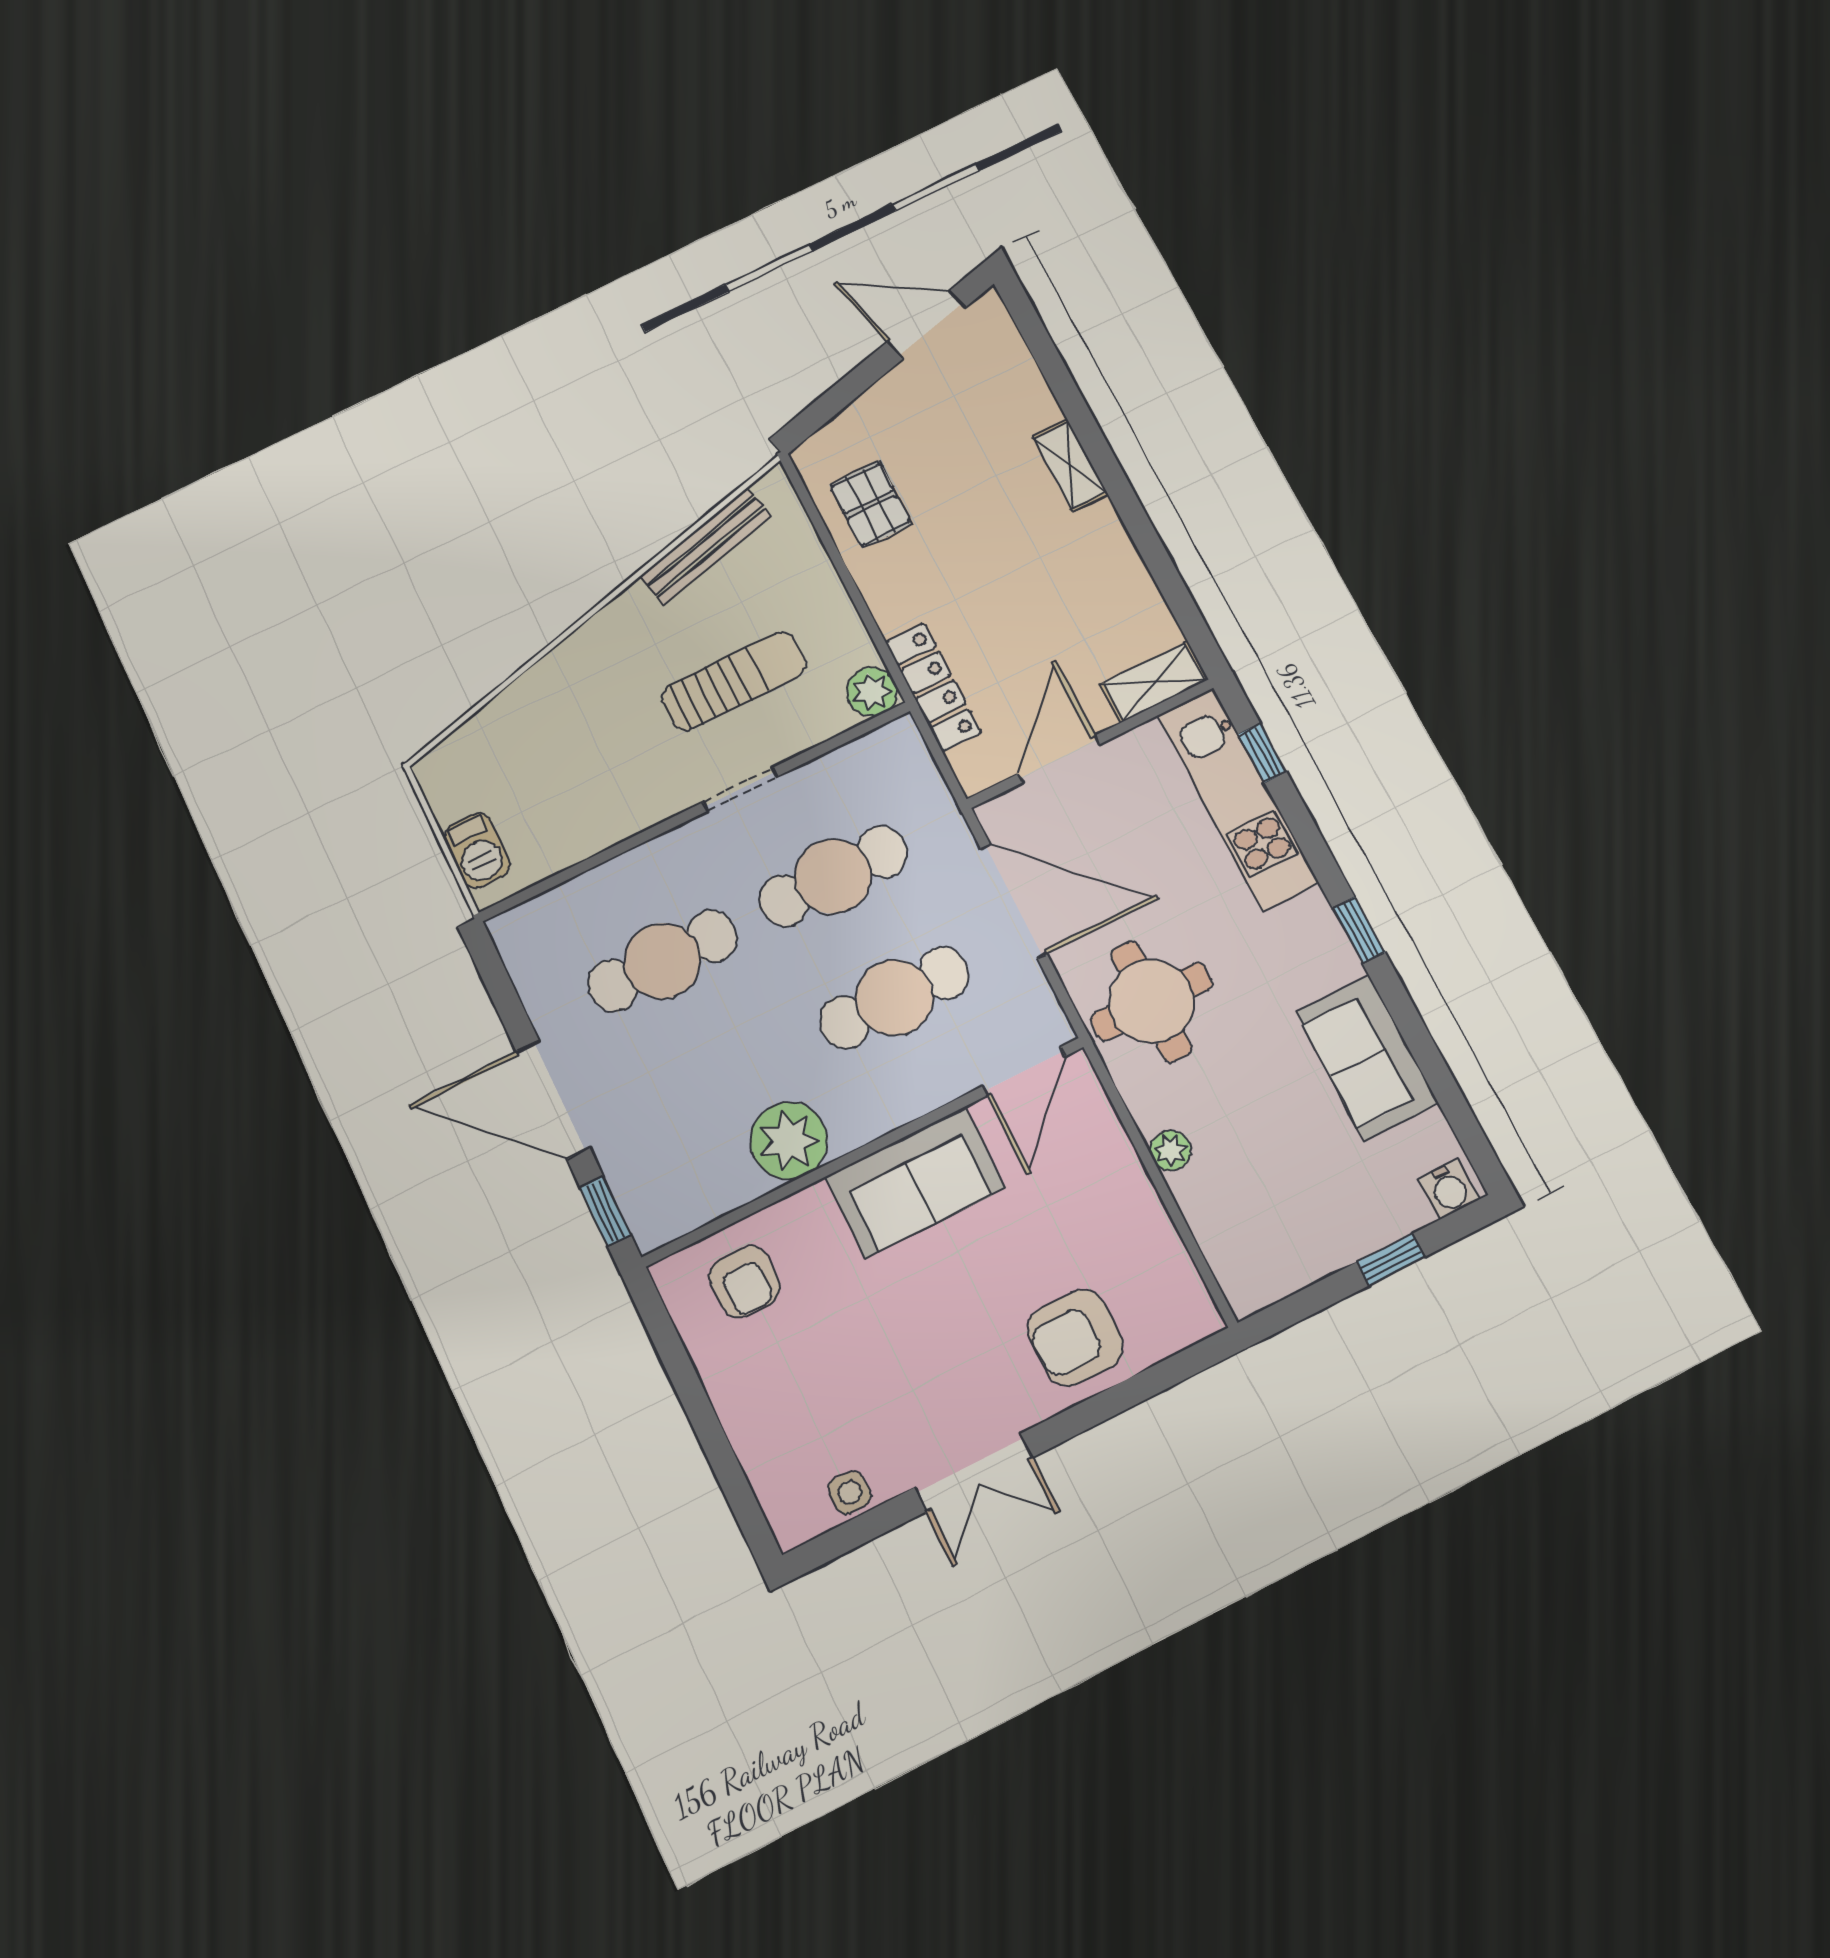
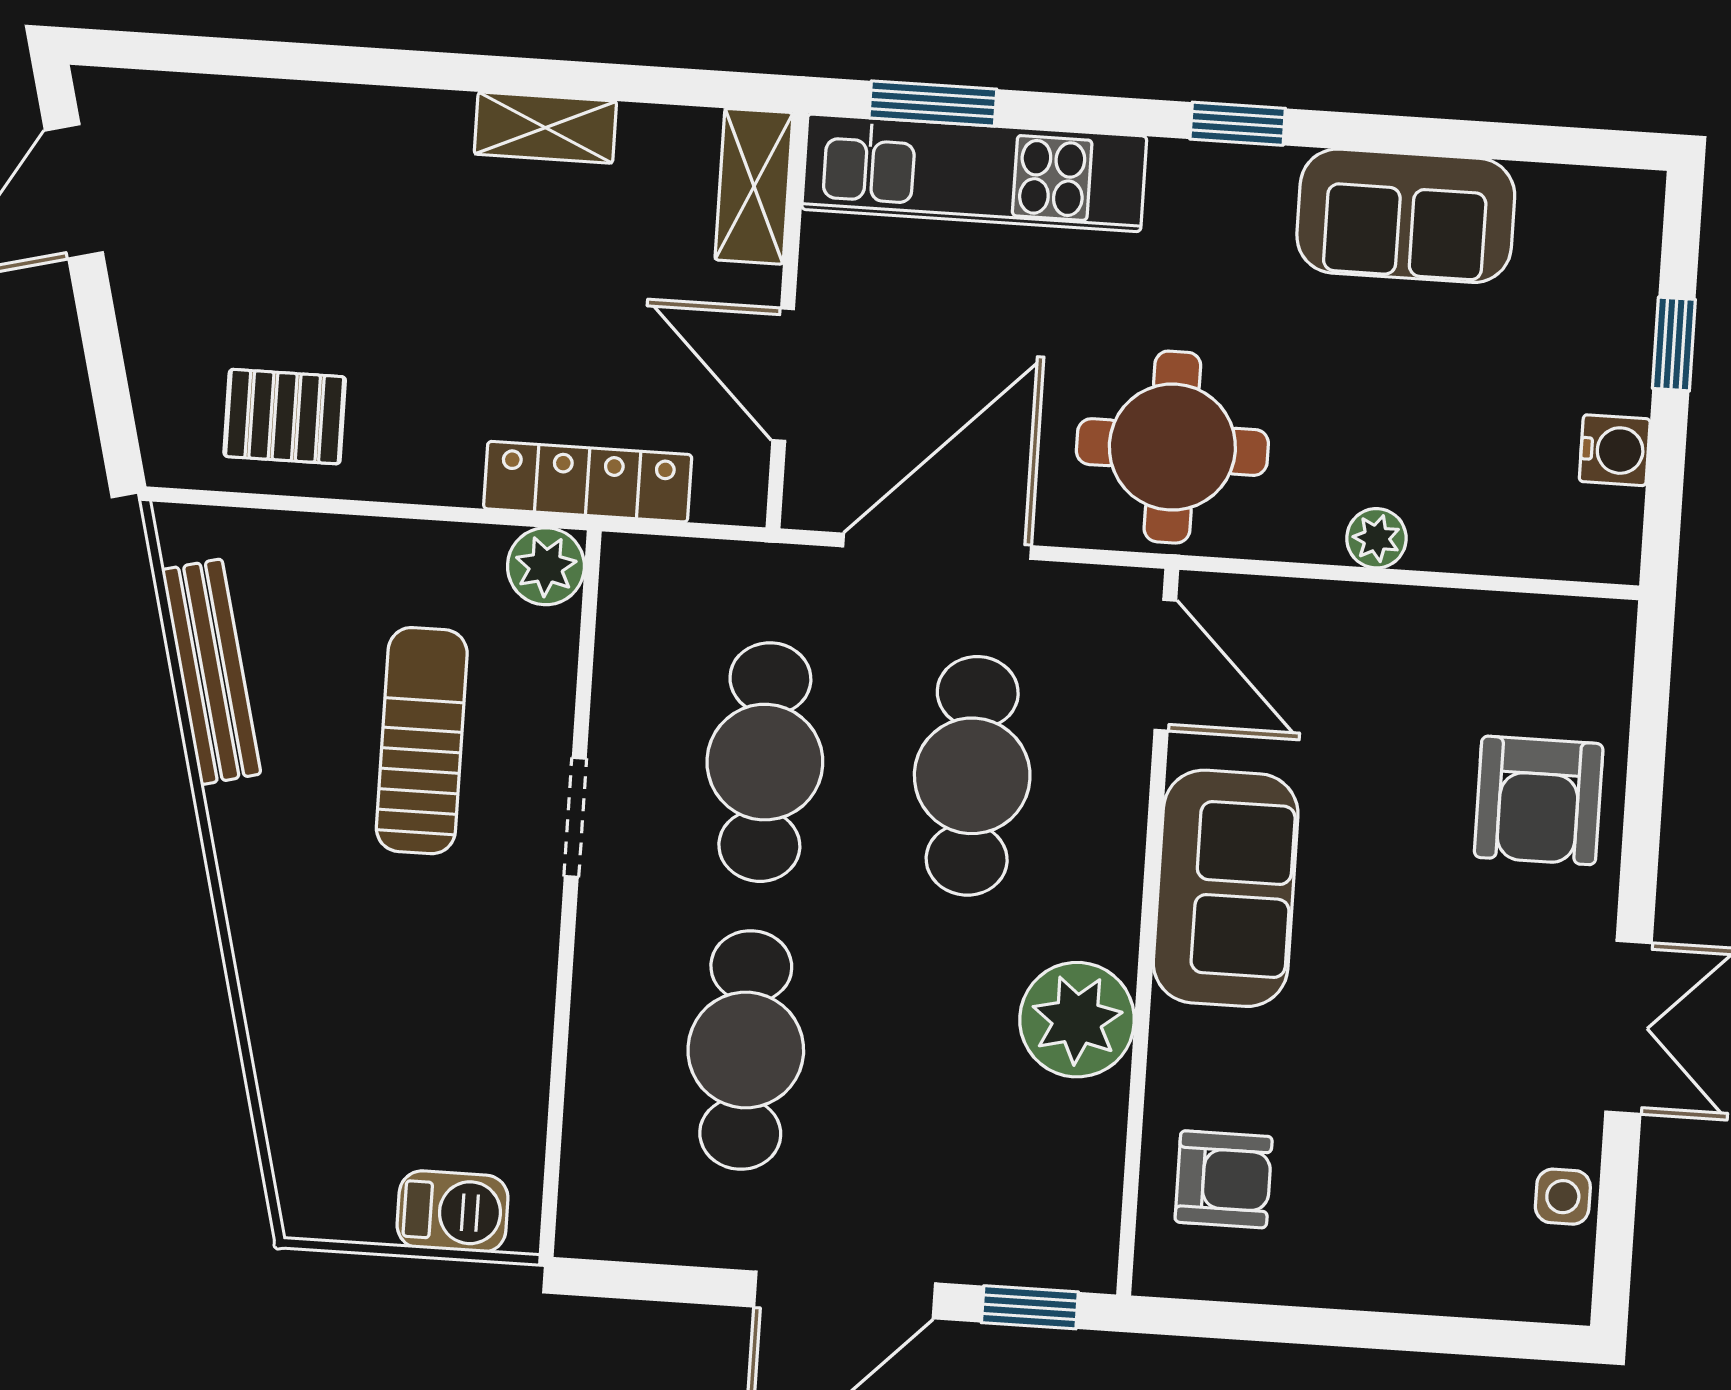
shelving: (1070, 465) -> (545, 128), moved
window: (1262, 753) -> (933, 103), width x1.50
water cooler: (1449, 1189) -> (1615, 450), moved

